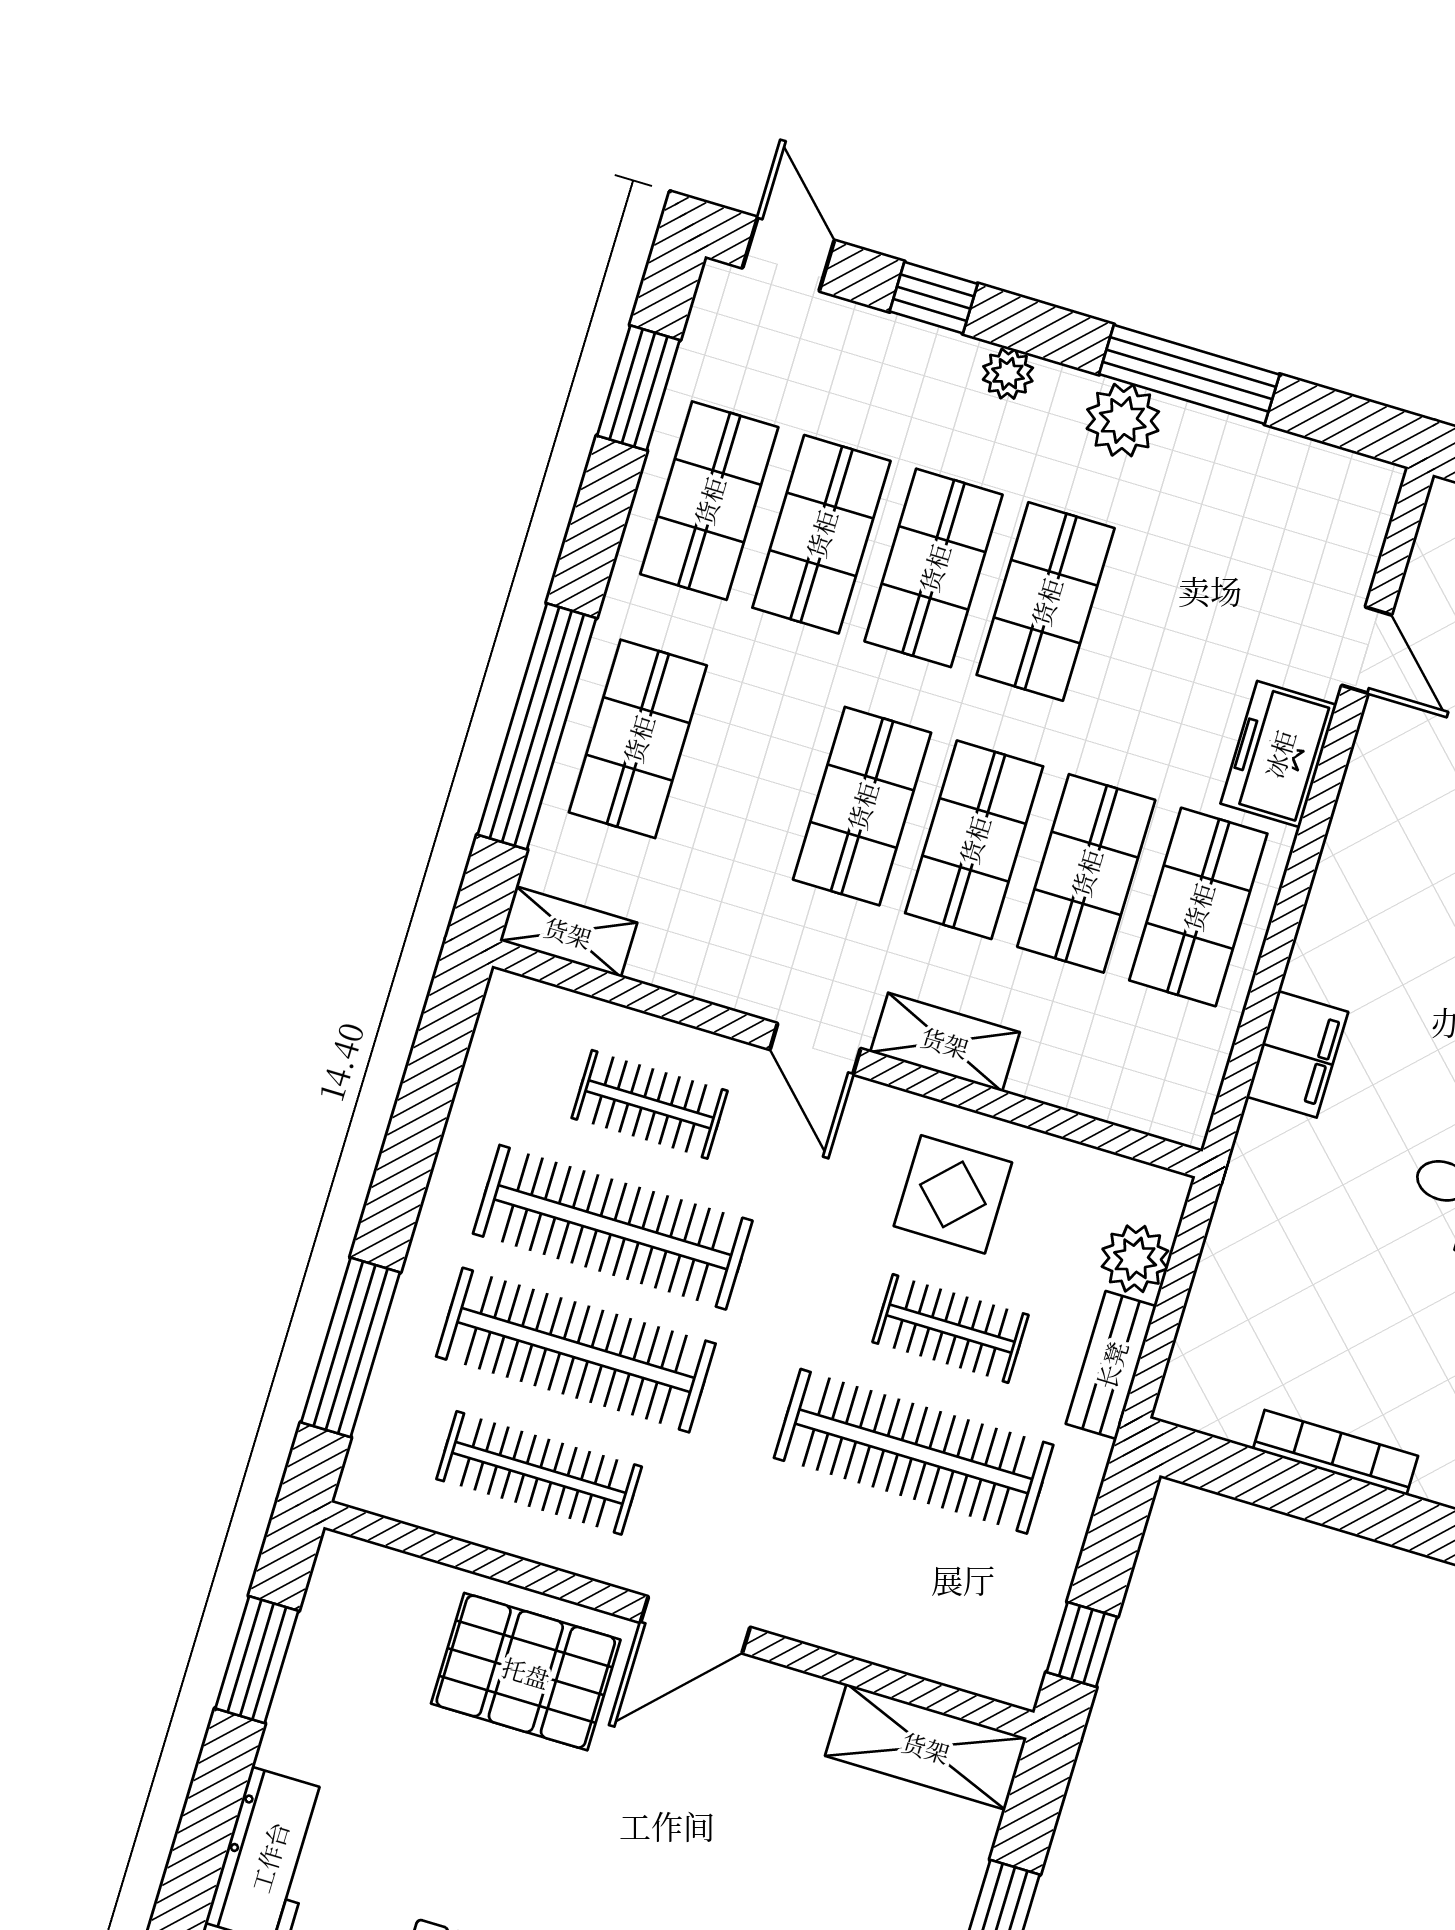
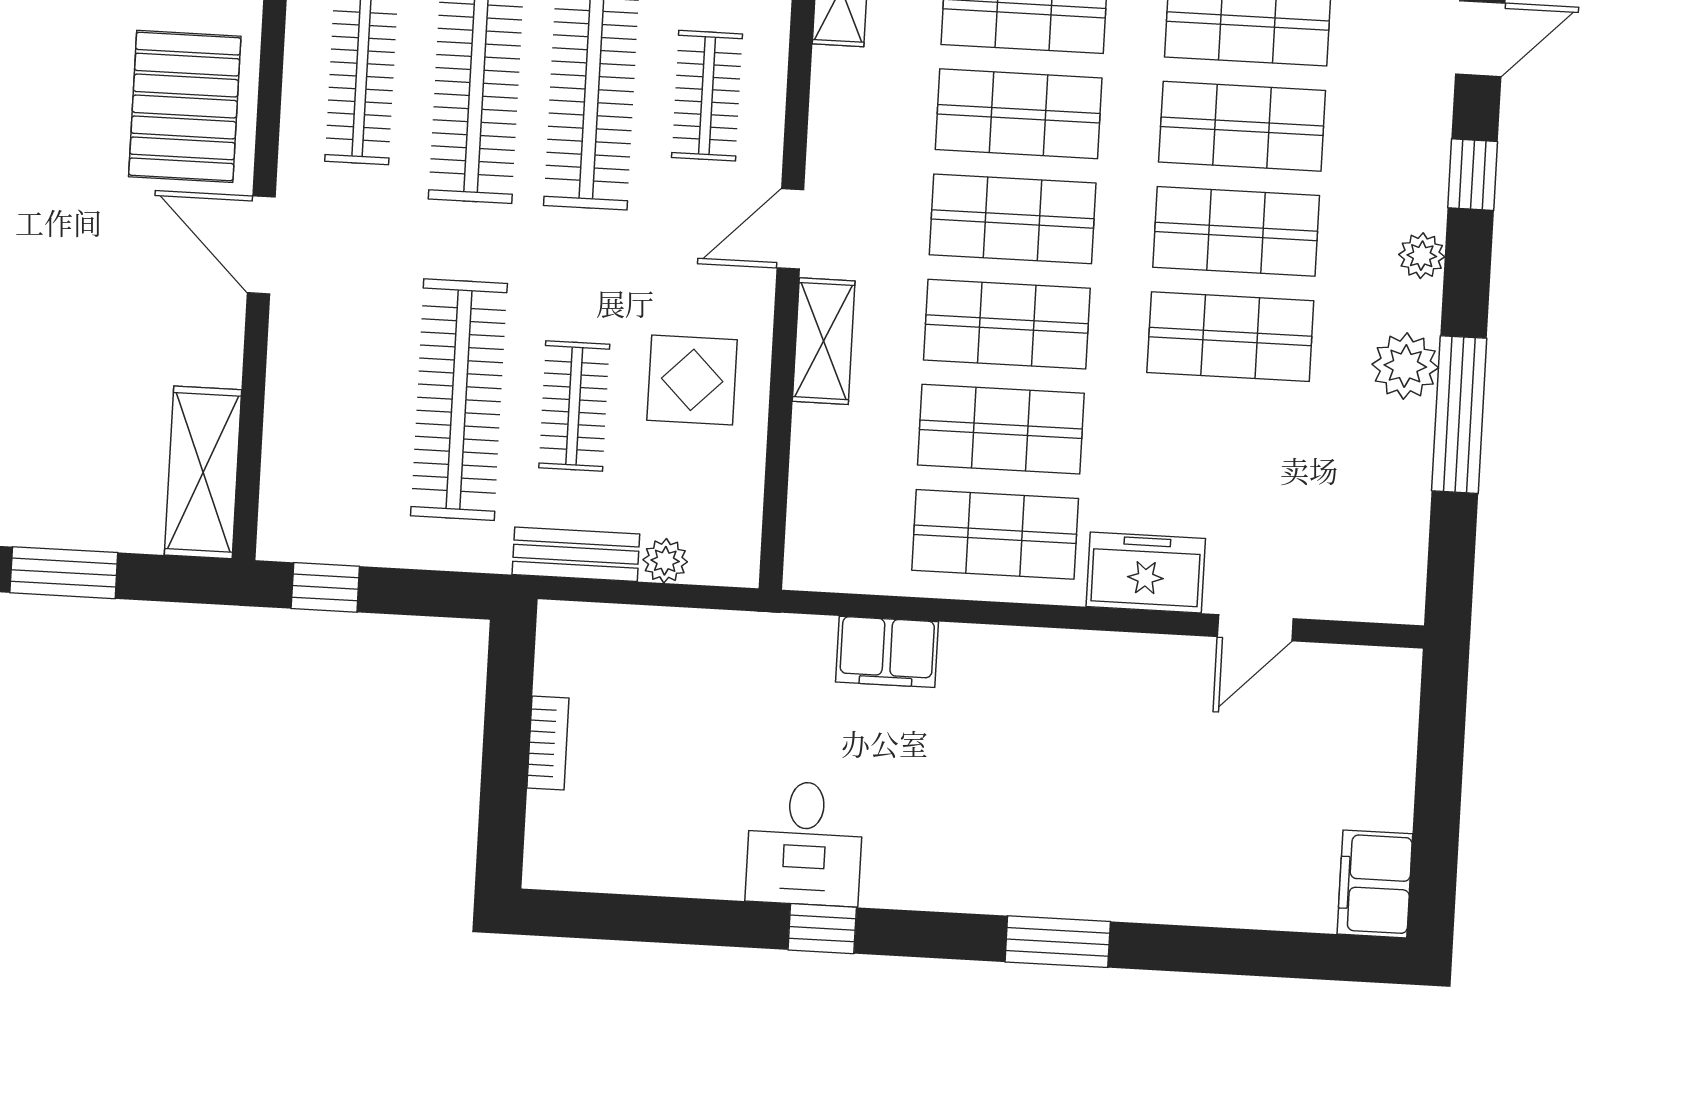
shop shelf: (750, 773) -> (1019, 114), added
plant: (1135, 1259) -> (665, 561), width x0.73, depth x0.73
bookcase: (1336, 1453) -> (548, 743), width x0.64

